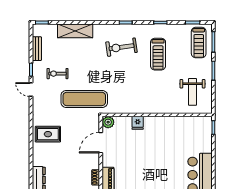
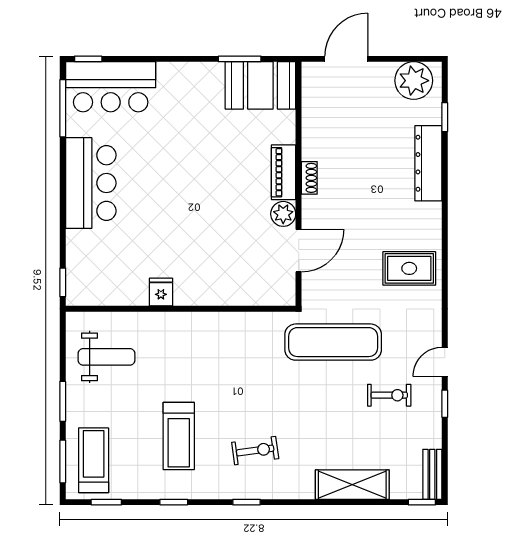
exercise bike: (121, 47) -> (255, 451), width x0.73, depth x0.72
bench: (37, 49) -> (432, 474), moved
treadmill: (158, 54) -> (179, 436), turned 180
door: (31, 90) -> (445, 362), swing flipped
weight bench: (192, 92) -> (107, 357), turned 90
plant: (108, 122) -> (283, 214), moved
fridge: (138, 123) -> (161, 292), moved

